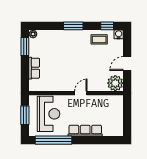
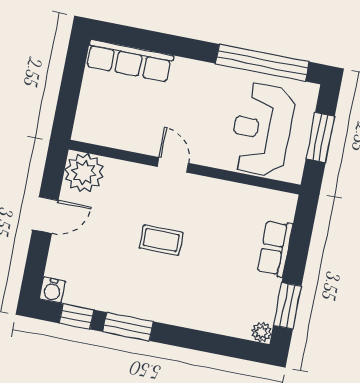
window: (73, 26) -> (128, 327), moved
coffee table: (99, 39) -> (161, 240), moved
door: (81, 93) -> (173, 165), swing flipped
row of seats: (85, 131) -> (129, 61), moved

